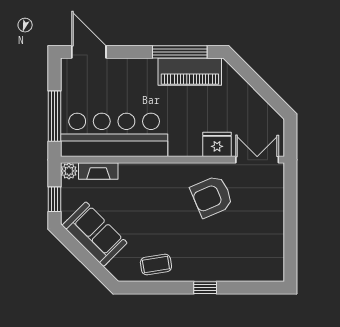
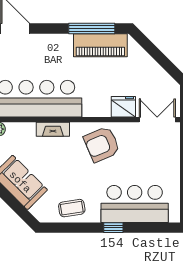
fireplace: (98, 171) -> (53, 129), moved
armchair: (212, 196) -> (102, 144), moved
bar counter: (230, 260) -> (135, 204), added

